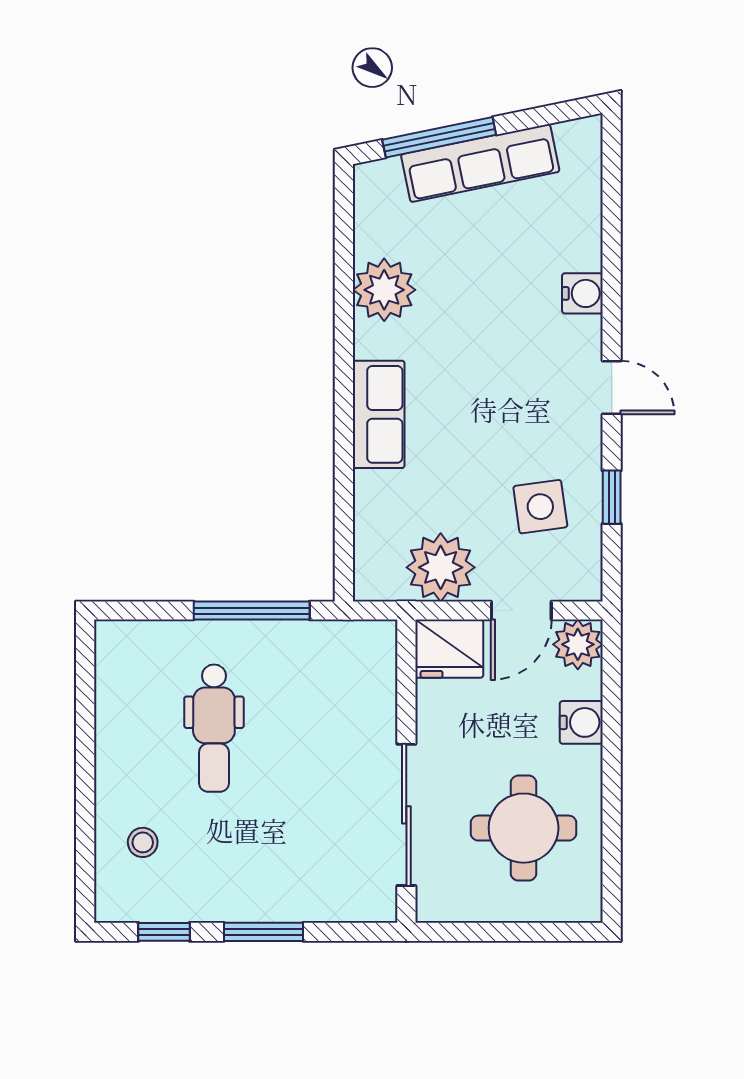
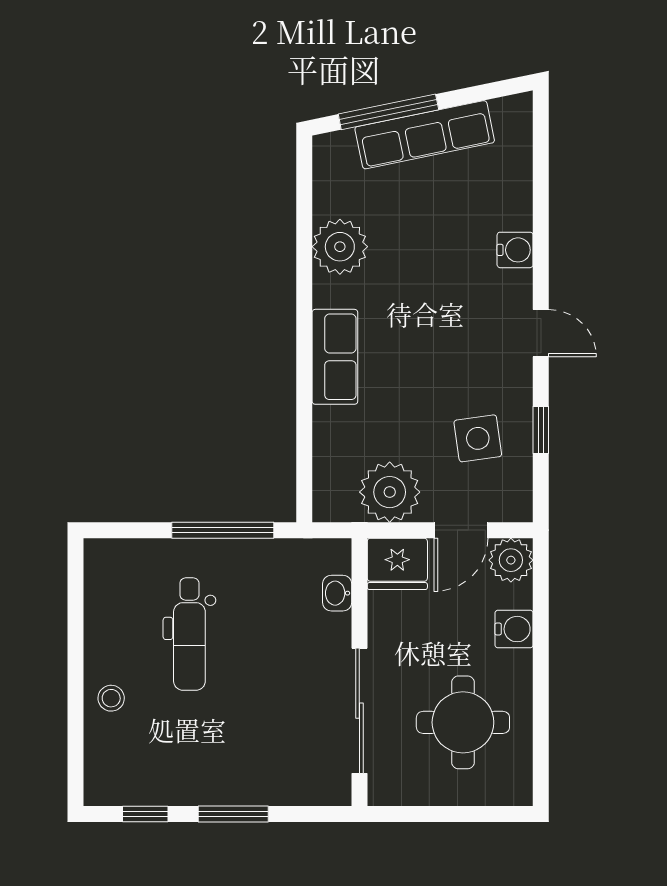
washbasin: (381, 682) -> (337, 593), added
stool: (143, 842) -> (111, 698), moved

